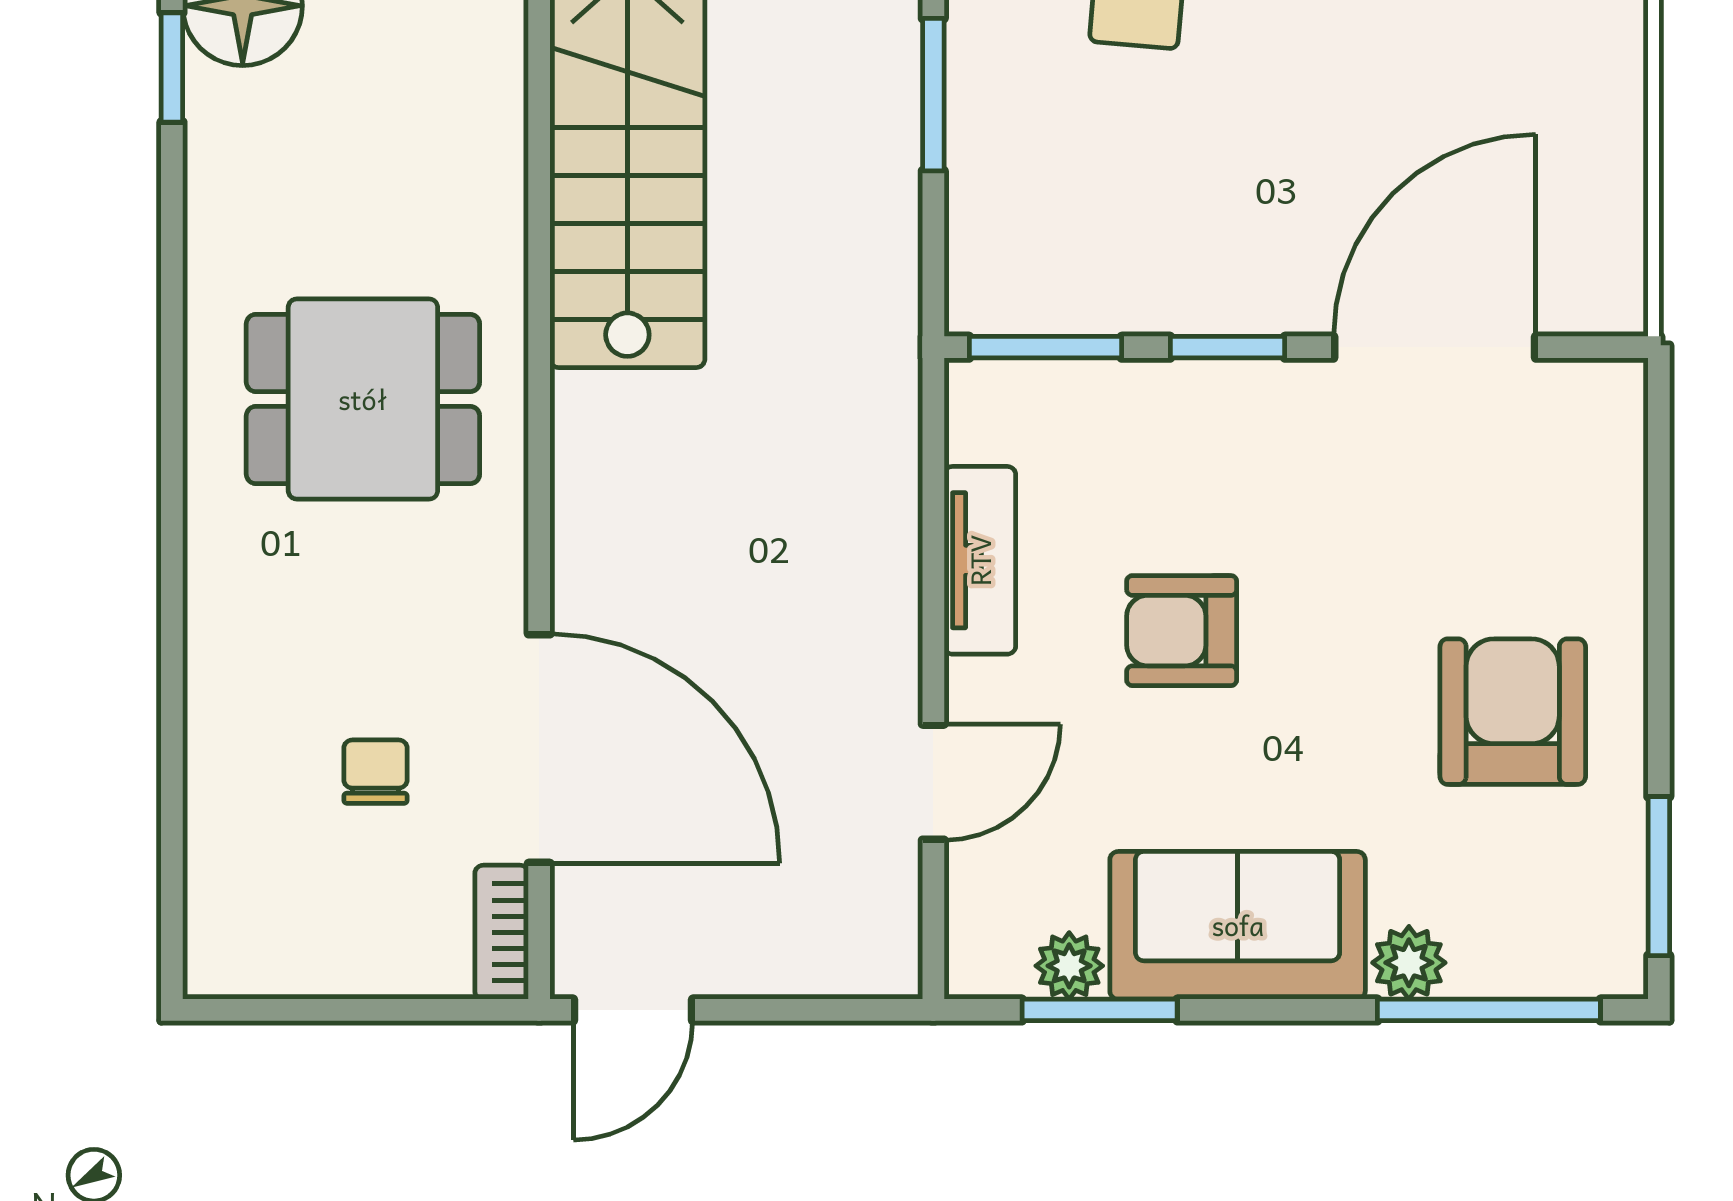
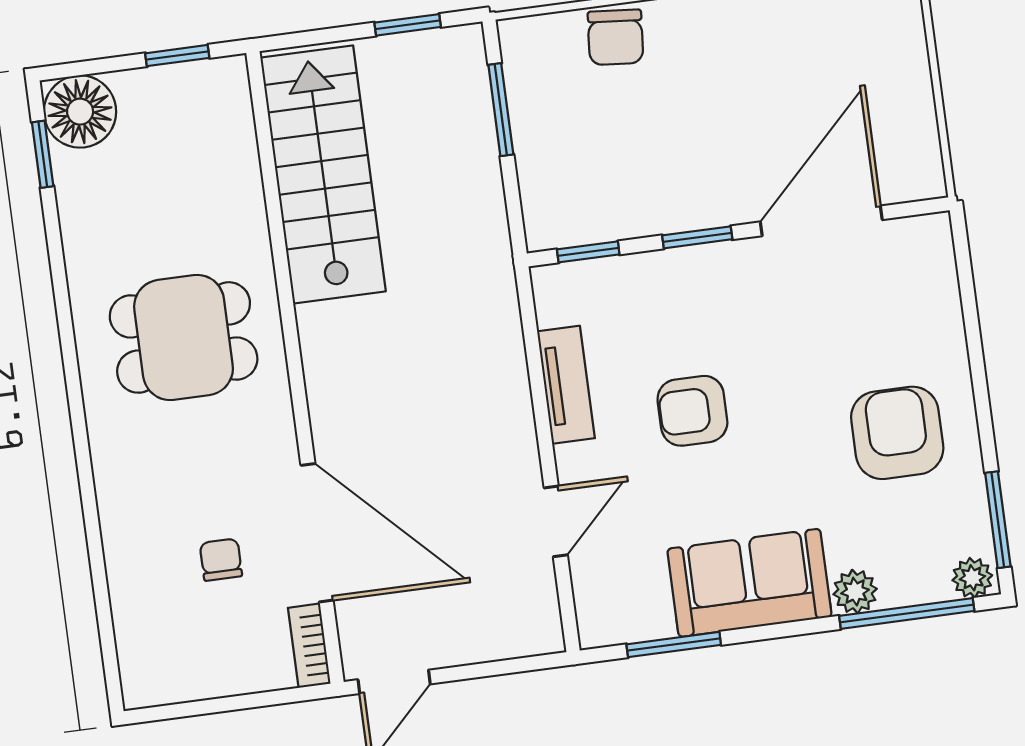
window: (1045, 347) -> (588, 252), width x0.67
plant: (1069, 966) -> (972, 578), moved

